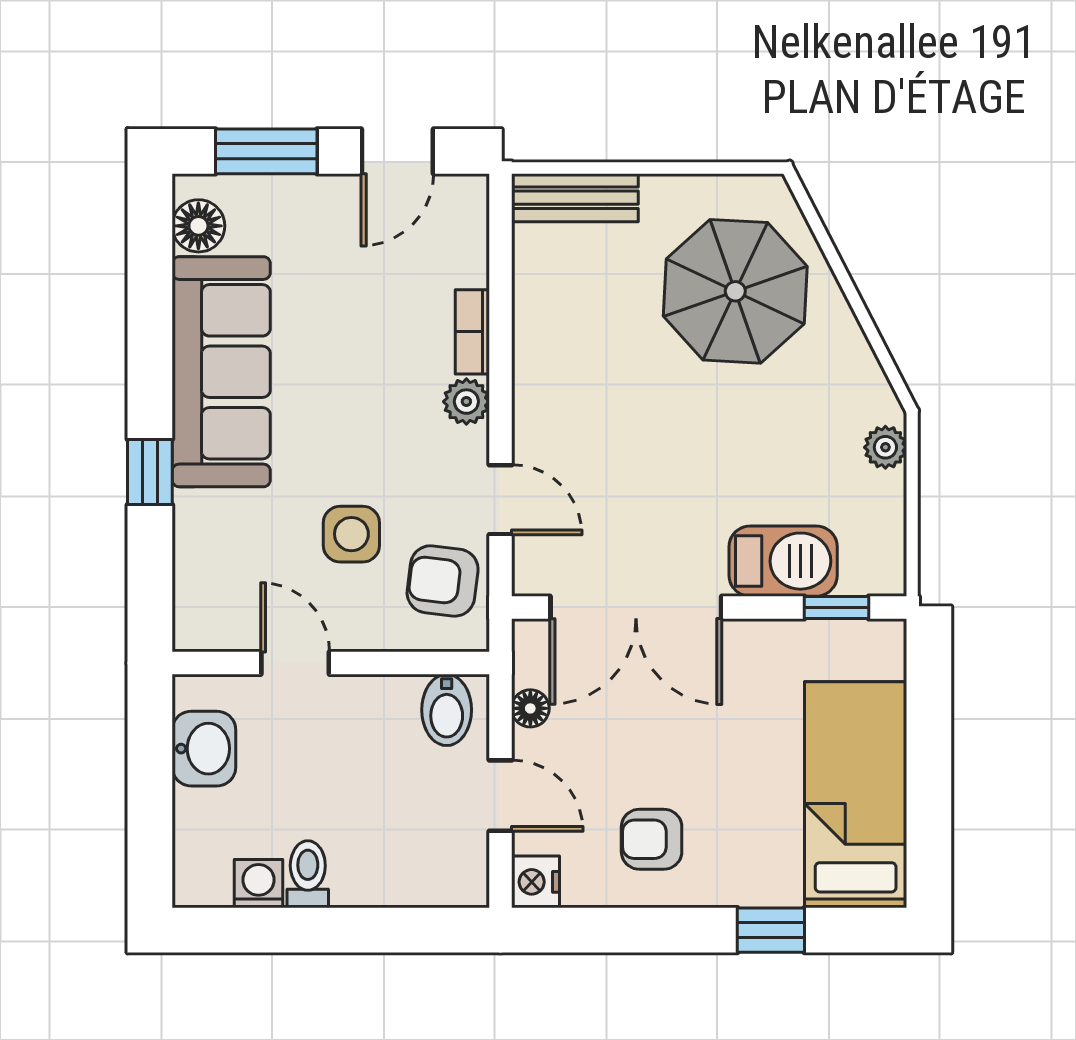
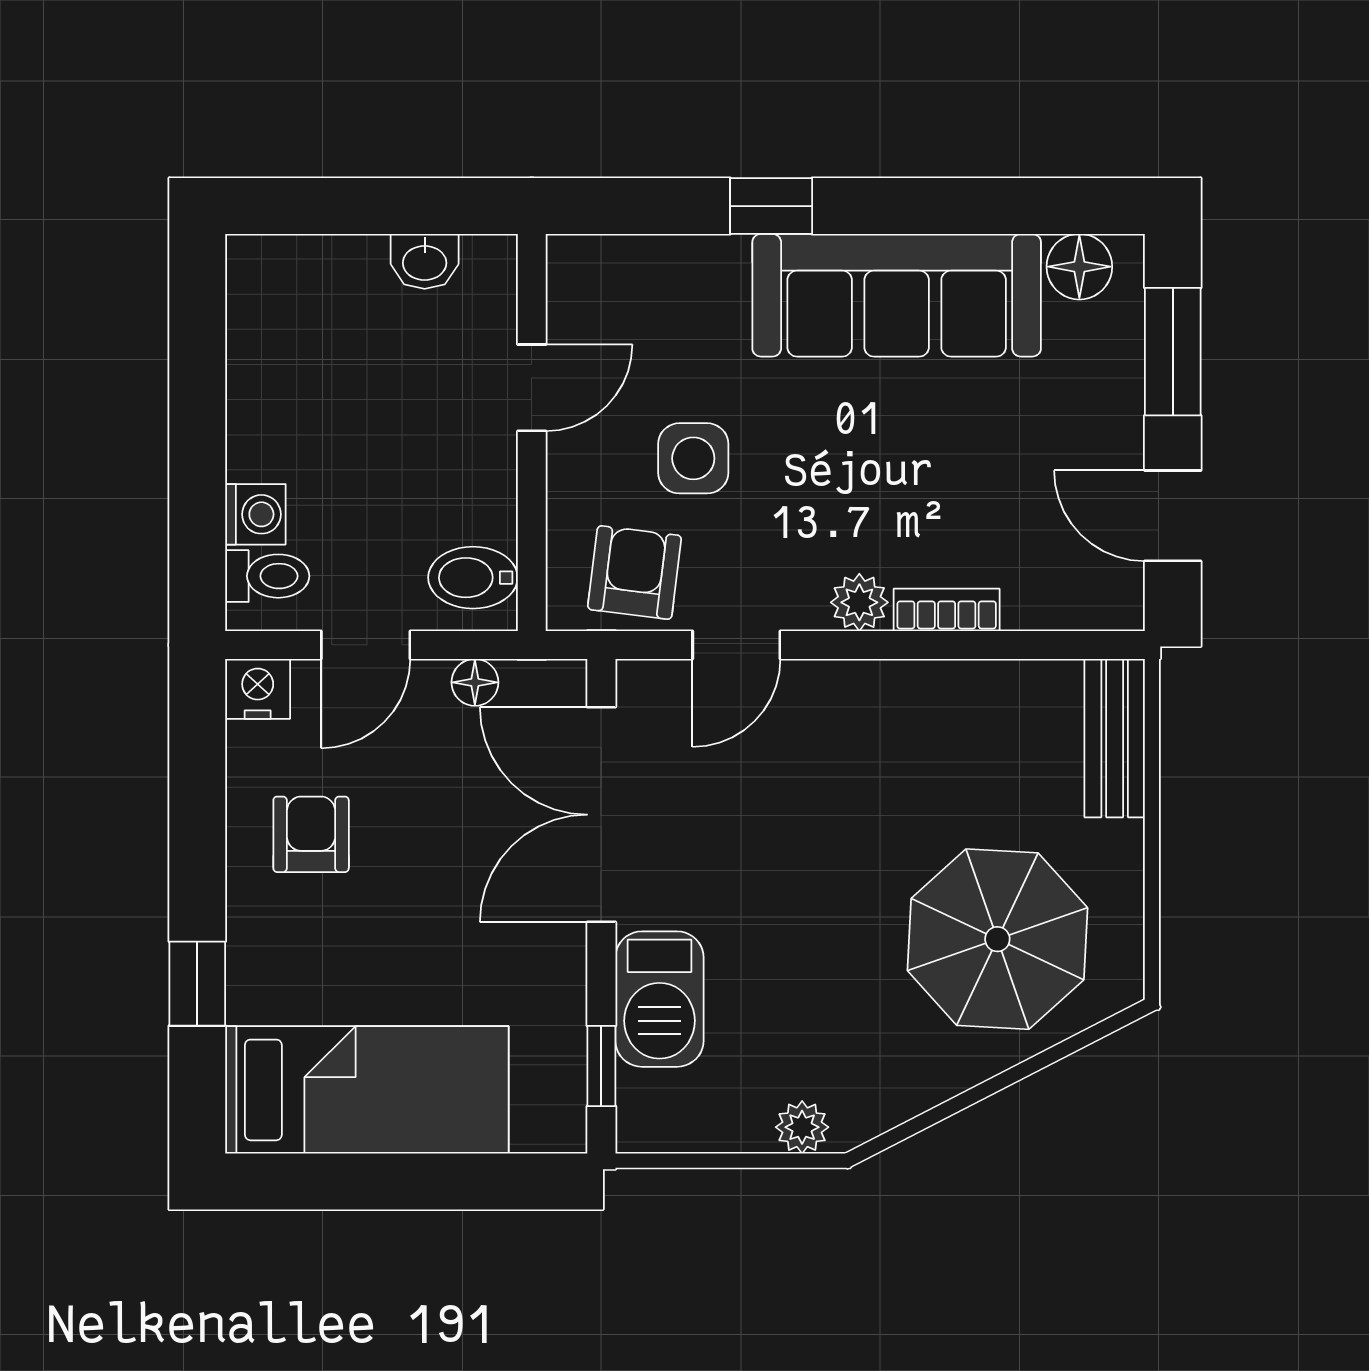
washbasin: (204, 749) -> (425, 261), width x0.72, depth x0.69
toilet: (308, 874) -> (267, 576), moved
washing machine: (259, 884) -> (255, 514), moved

